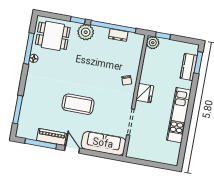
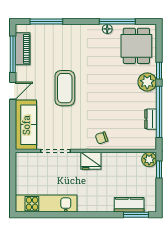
kitchen unit: (179, 115) -> (46, 204), moved
piano: (51, 137) -> (23, 49), moved

